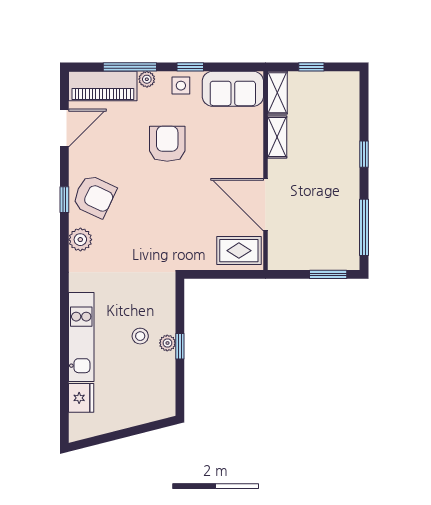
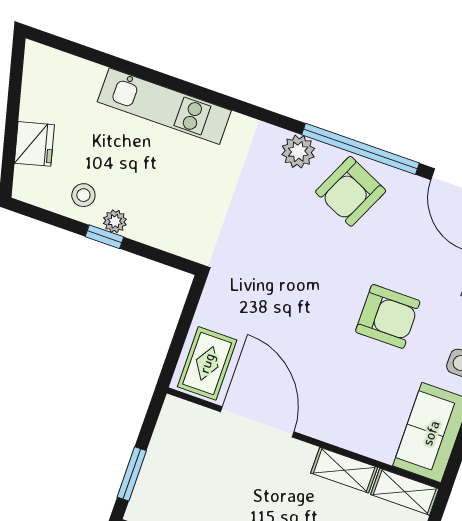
window: (64, 200) -> (361, 149), width x3.17
door: (266, 205) -> (257, 422), hinge flipped
stool: (140, 336) -> (83, 195), moved
fridge: (81, 398) -> (34, 144), moved, turned -104

